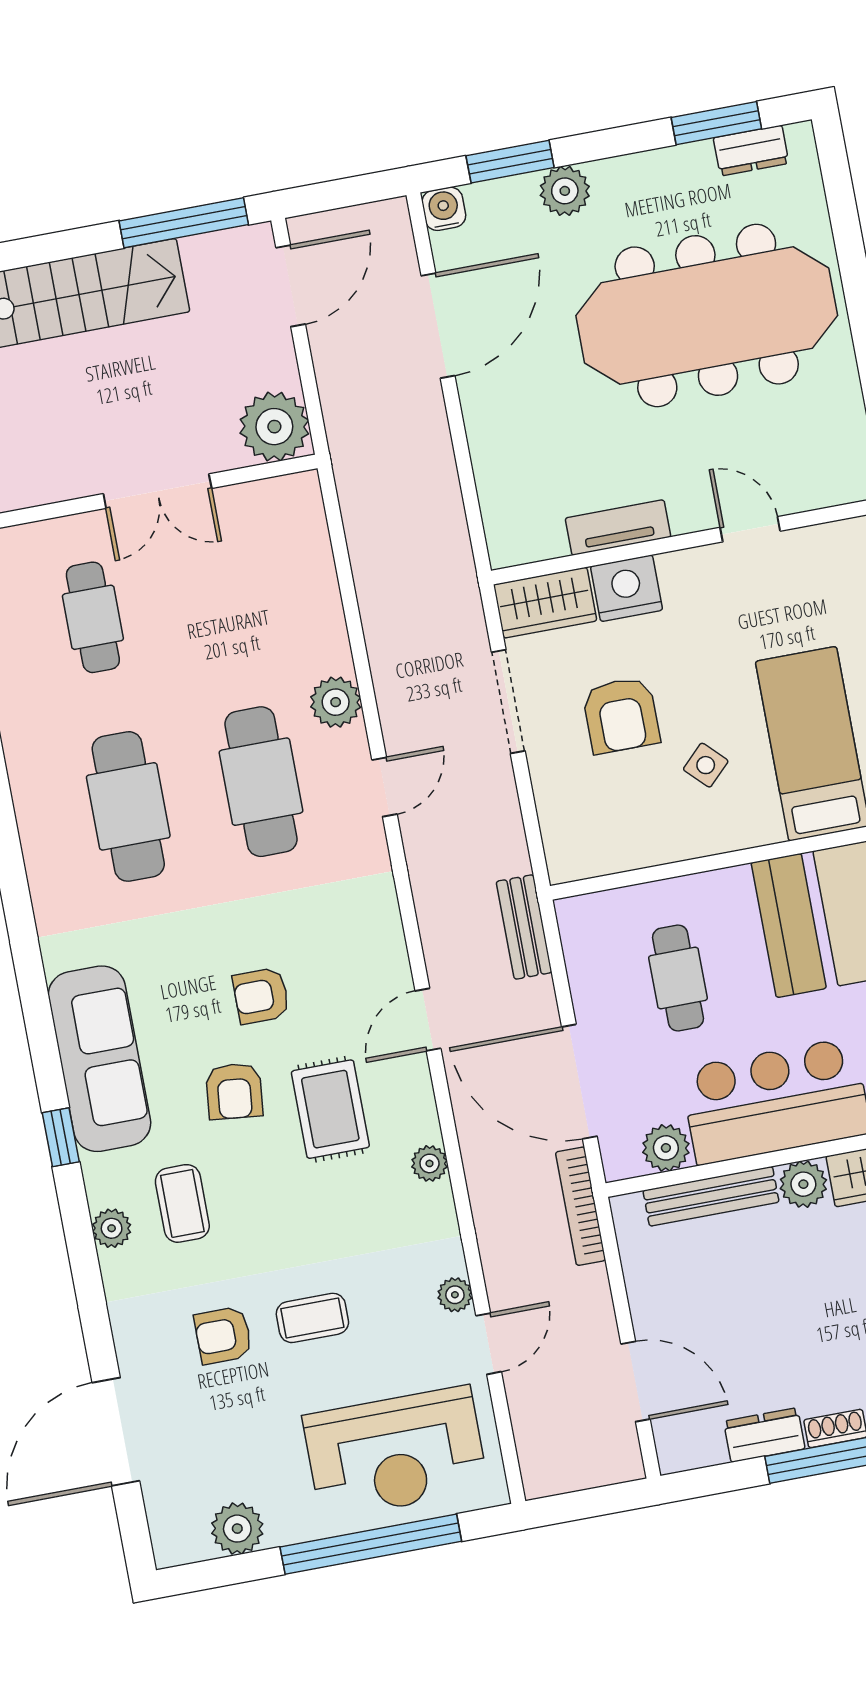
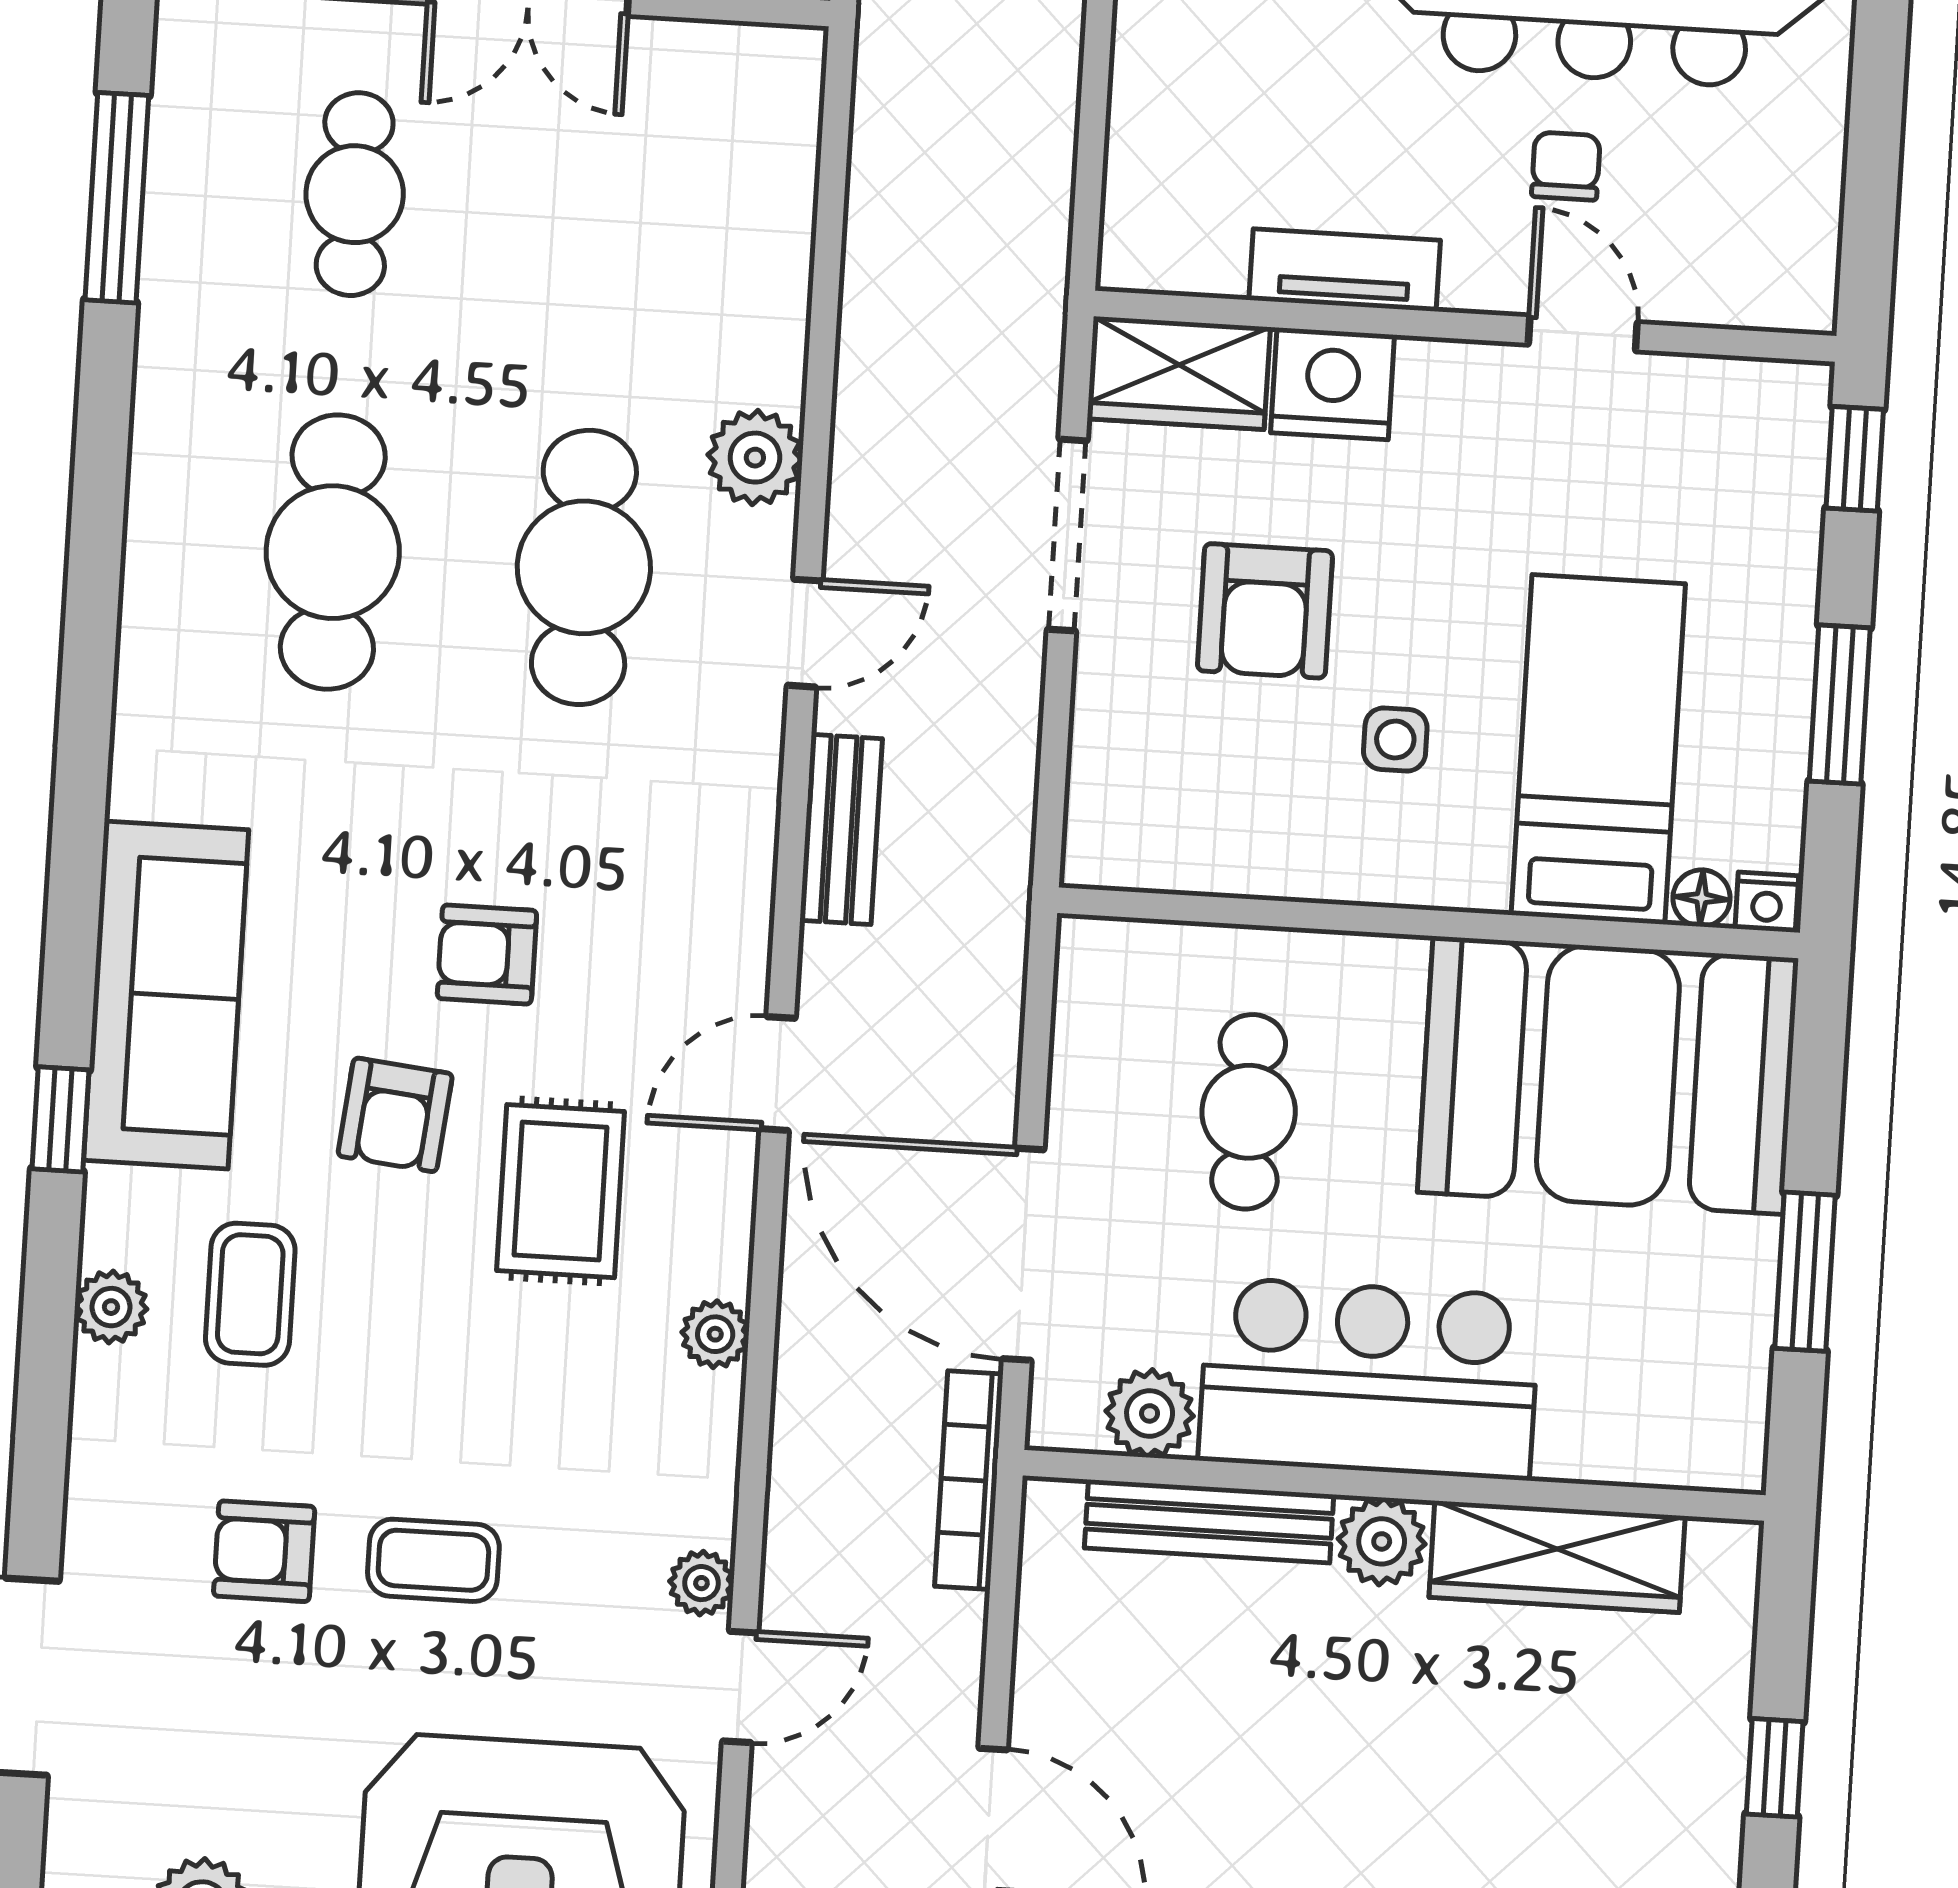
chair: (719, 444) -> (1566, 166), added
side table: (706, 765) -> (1395, 740), turned 45
bench: (524, 927) -> (841, 829), moved

